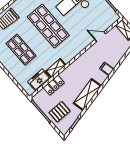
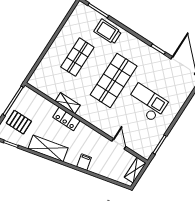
freezer: (39, 80) -> (48, 88), removed
locker: (54, 85) -> (66, 119), moved

